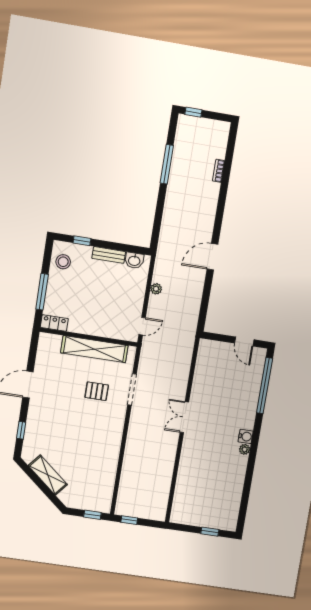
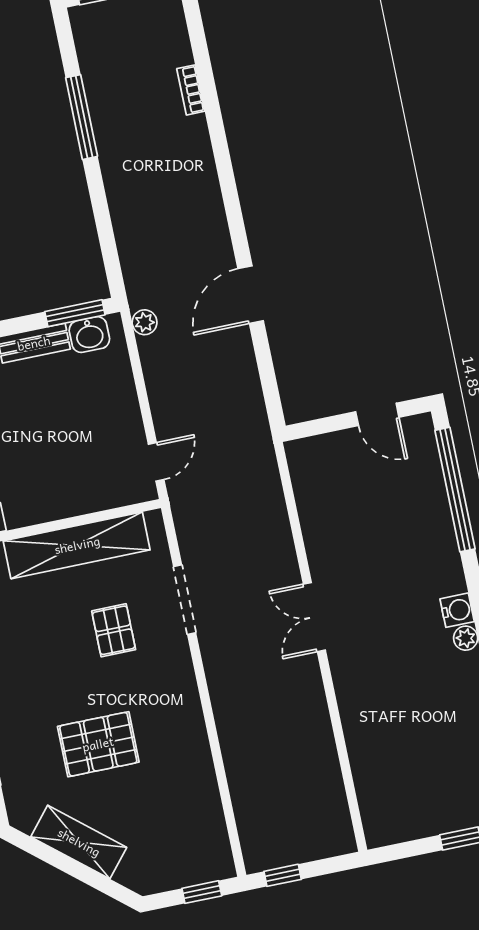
window: (131, 249) -> (75, 313), added
door: (212, 257) -> (251, 295), moved
plant: (156, 289) -> (145, 322), moved
pallet: (97, 391) -> (114, 630), turned 90
pallet: (72, 437) -> (98, 744), added

